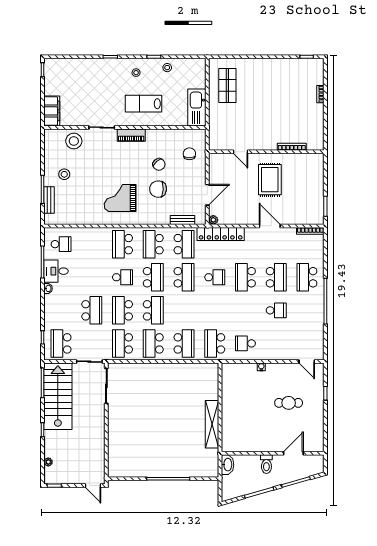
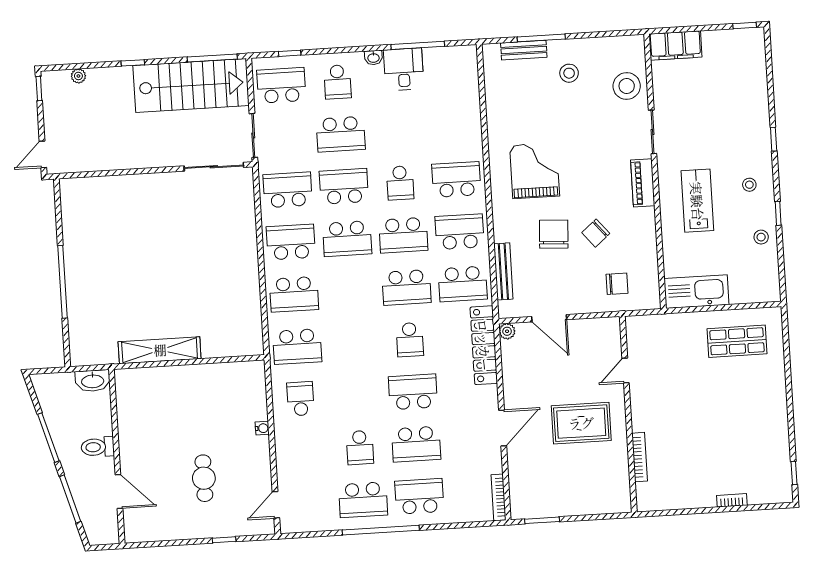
bench: (183, 220) -> (503, 271), width x1.36
school desk: (61, 244) -> (338, 82), moved
school desk: (307, 310) -> (363, 500), added
school desk: (215, 343) -> (297, 346), turned 180

